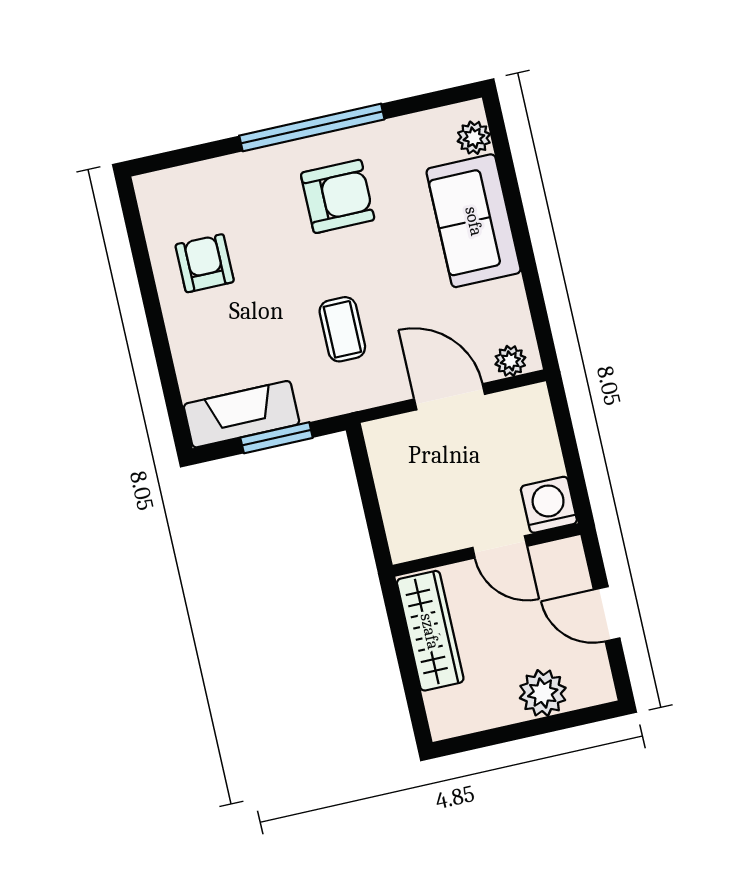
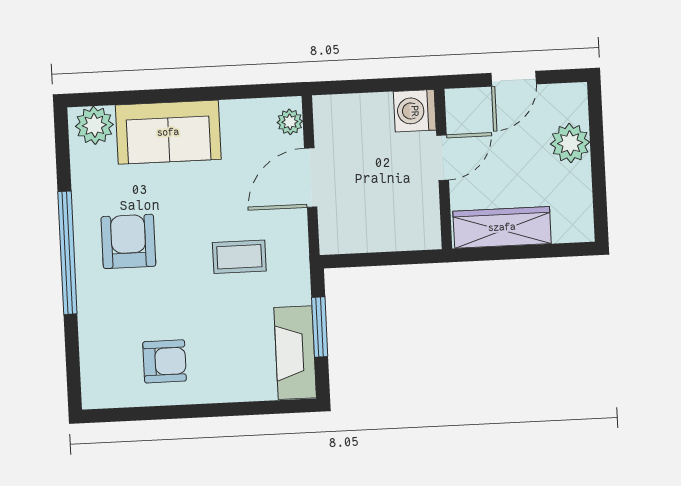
plant: (474, 138) -> (94, 125), width x1.38, depth x1.38
armchair: (205, 263) -> (165, 361), turned 180

